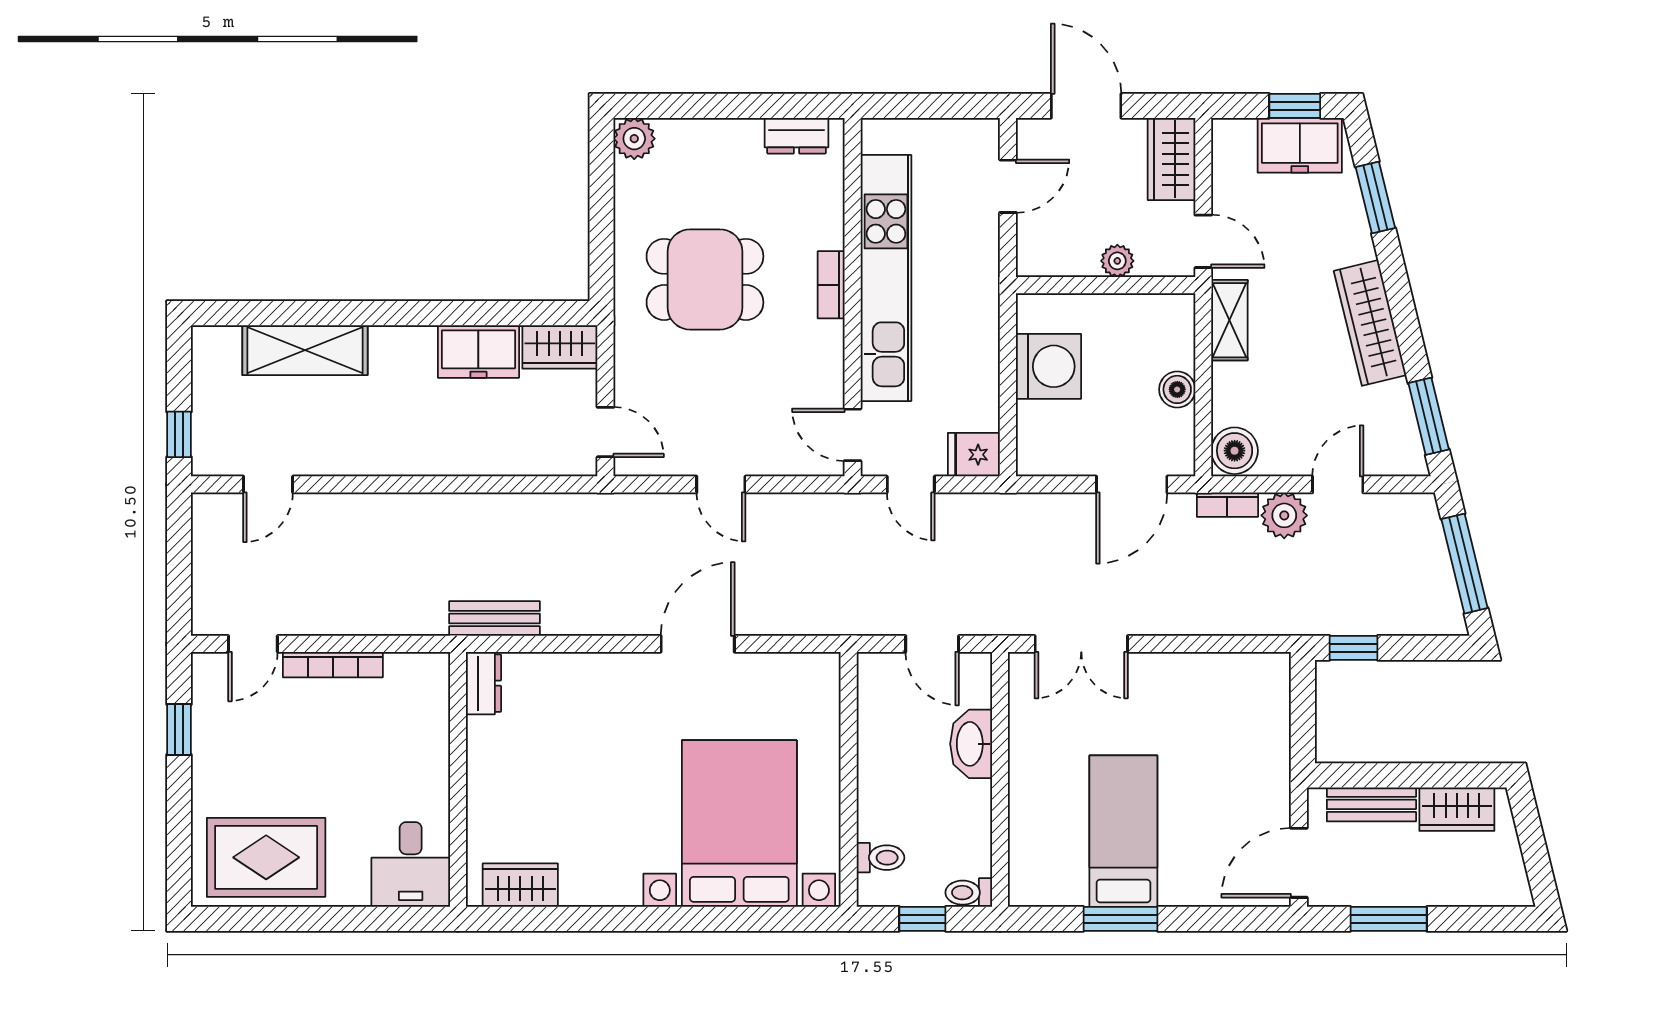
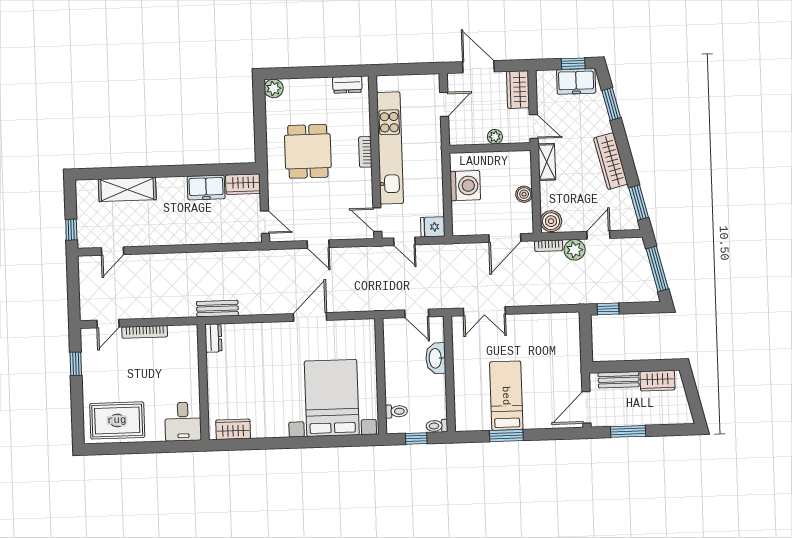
dining table: (705, 279) -> (308, 151), turned 90

